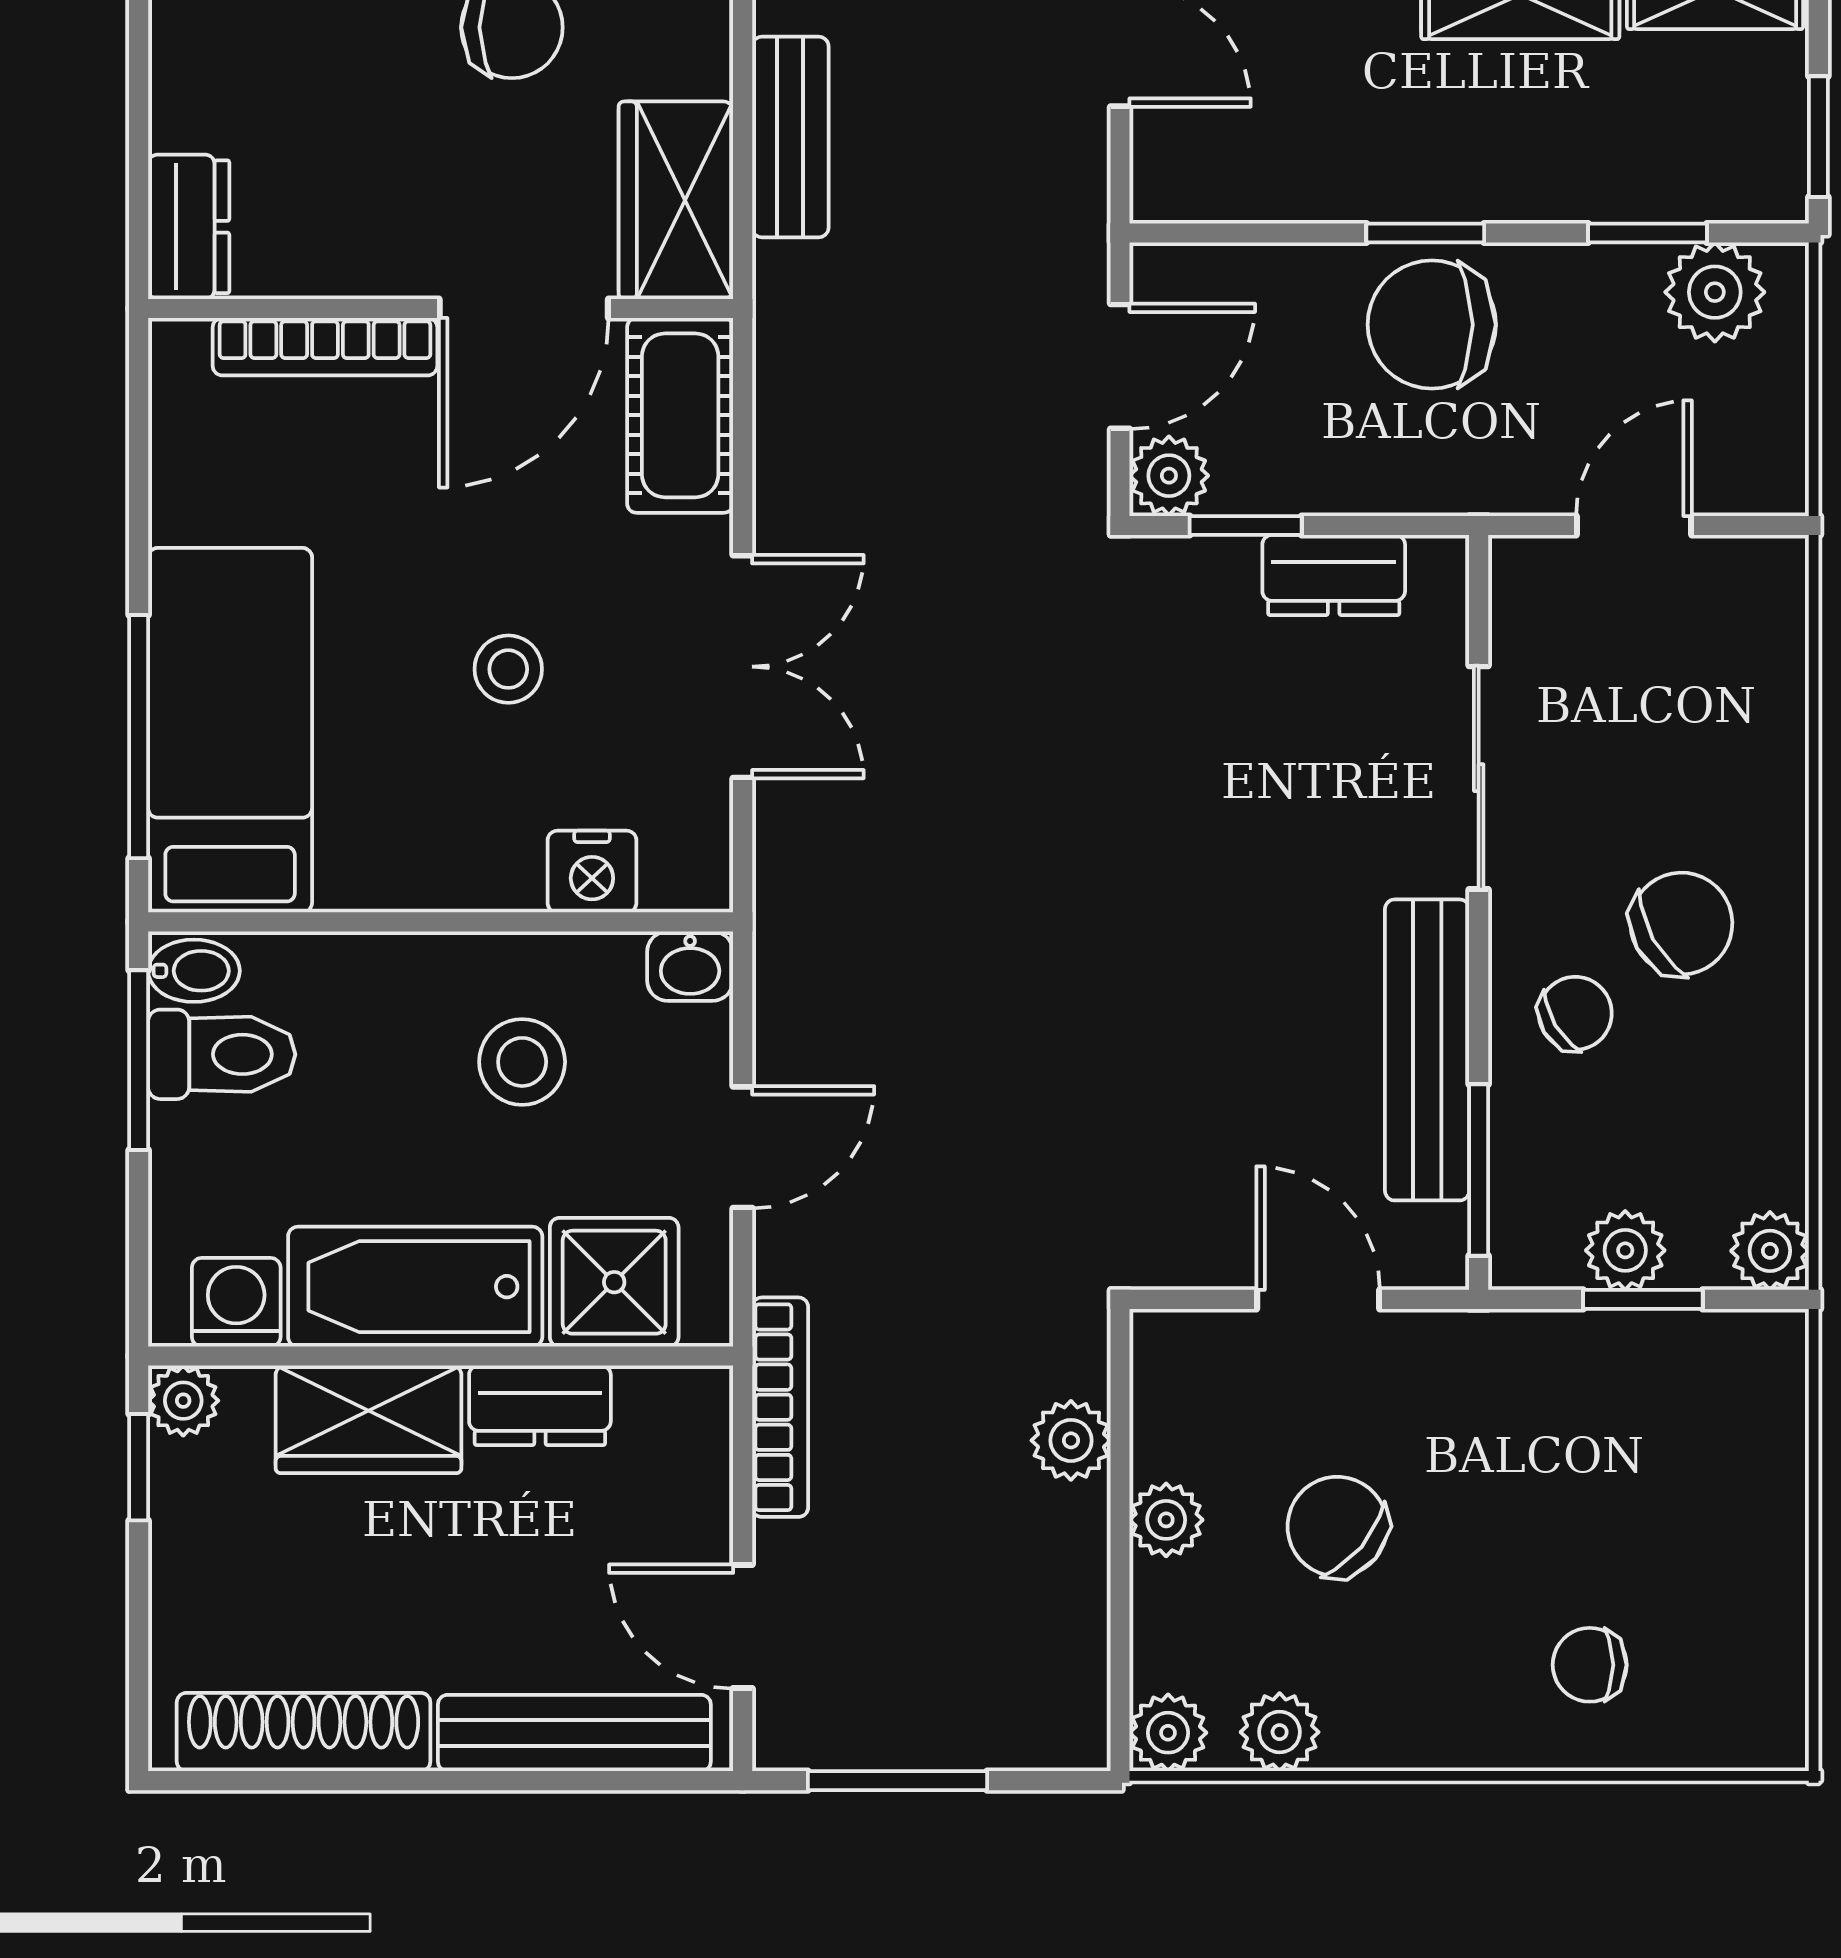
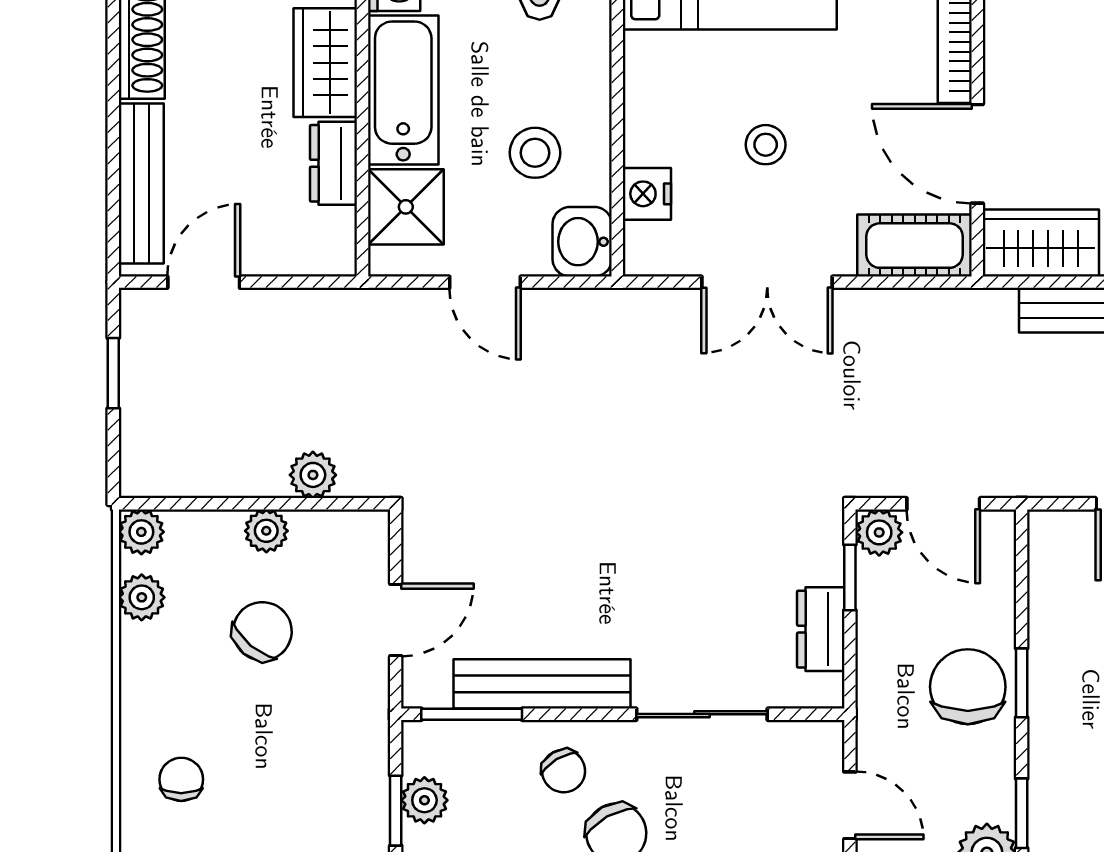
washbasin: (690, 966) -> (582, 242), width x1.38, depth x1.45
bookcase: (780, 1407) -> (332, 304), removed
window: (897, 1781) -> (113, 373), width x0.67

